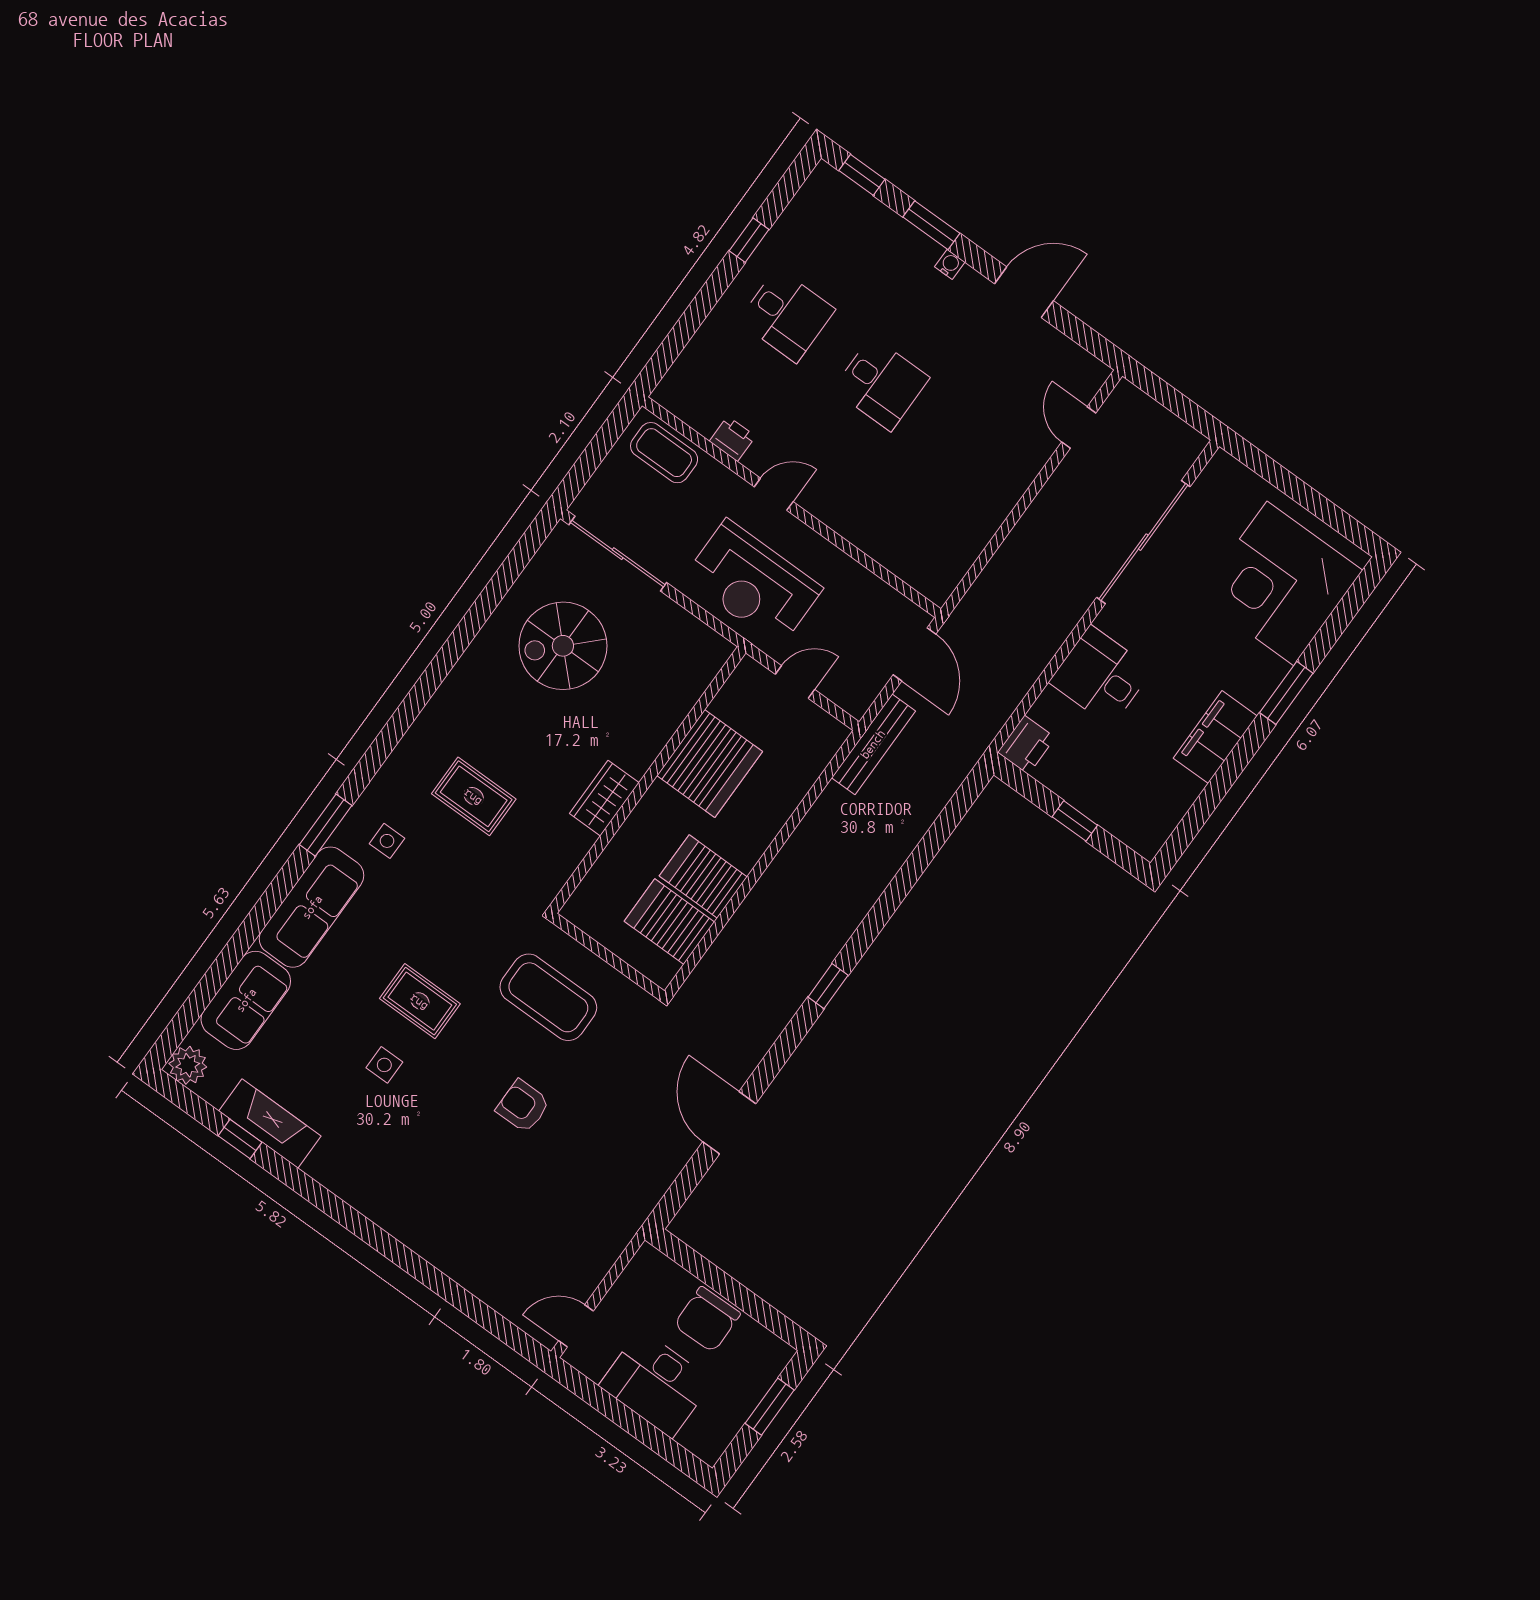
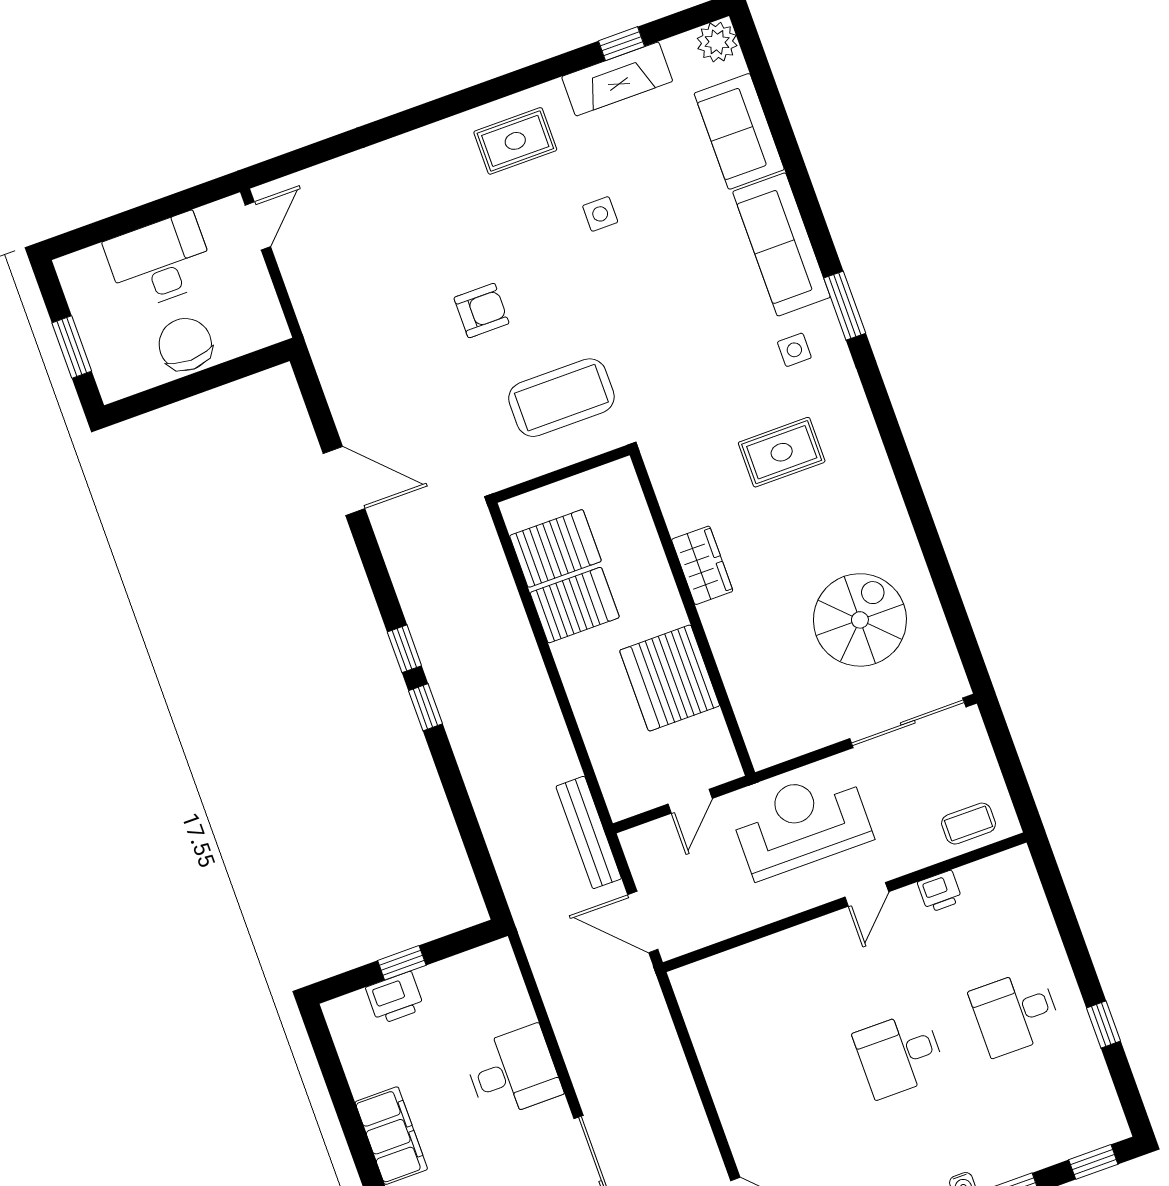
coffee table: (664, 453) -> (969, 824), width x0.73, depth x0.77
printer: (1026, 745) -> (395, 998), moved, turned -90
window: (863, 939) -> (425, 707), added
rug: (420, 1001) -> (515, 141), moved

